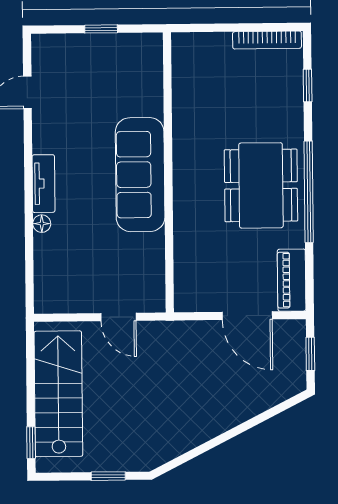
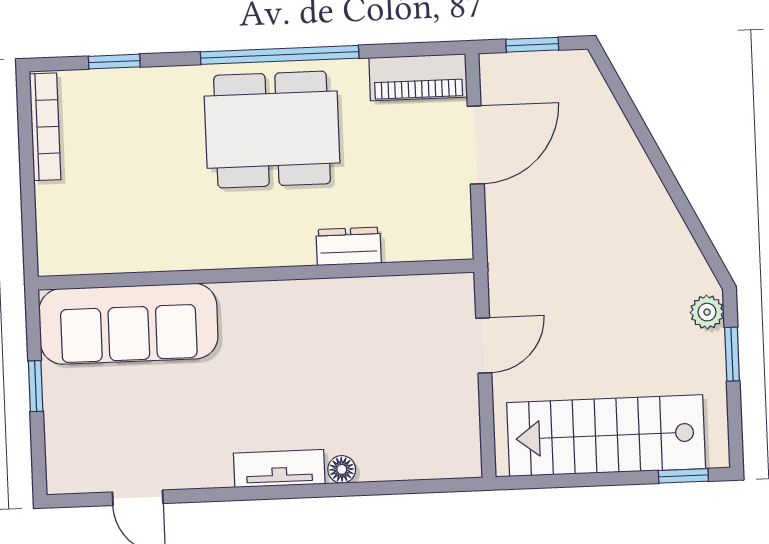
sofa: (140, 175) -> (128, 324), moved
dresser: (185, 232) -> (349, 246), added
plant: (136, 461) -> (707, 312), added

